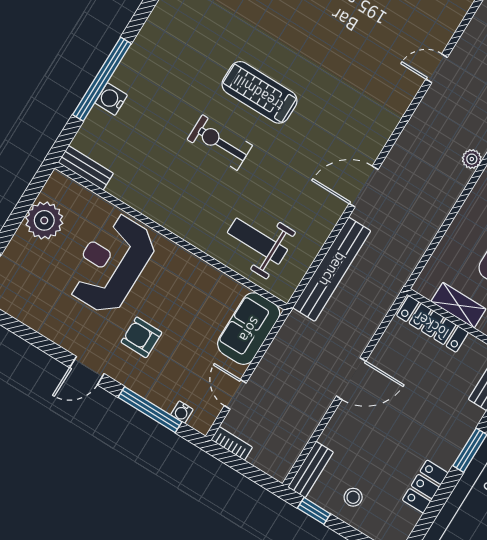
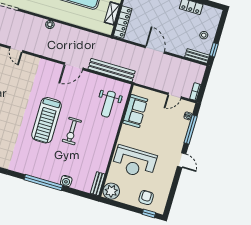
window: (102, 79) -> (43, 183), moved
treadmill: (259, 92) -> (46, 120), width x1.37, depth x1.38
door: (364, 187) -> (74, 66), hinge flipped
plant: (44, 220) -> (111, 191), moved
sofa: (249, 329) -> (135, 111), moved, turned -90
armchair: (141, 337) -> (146, 198), moved, turned 180

